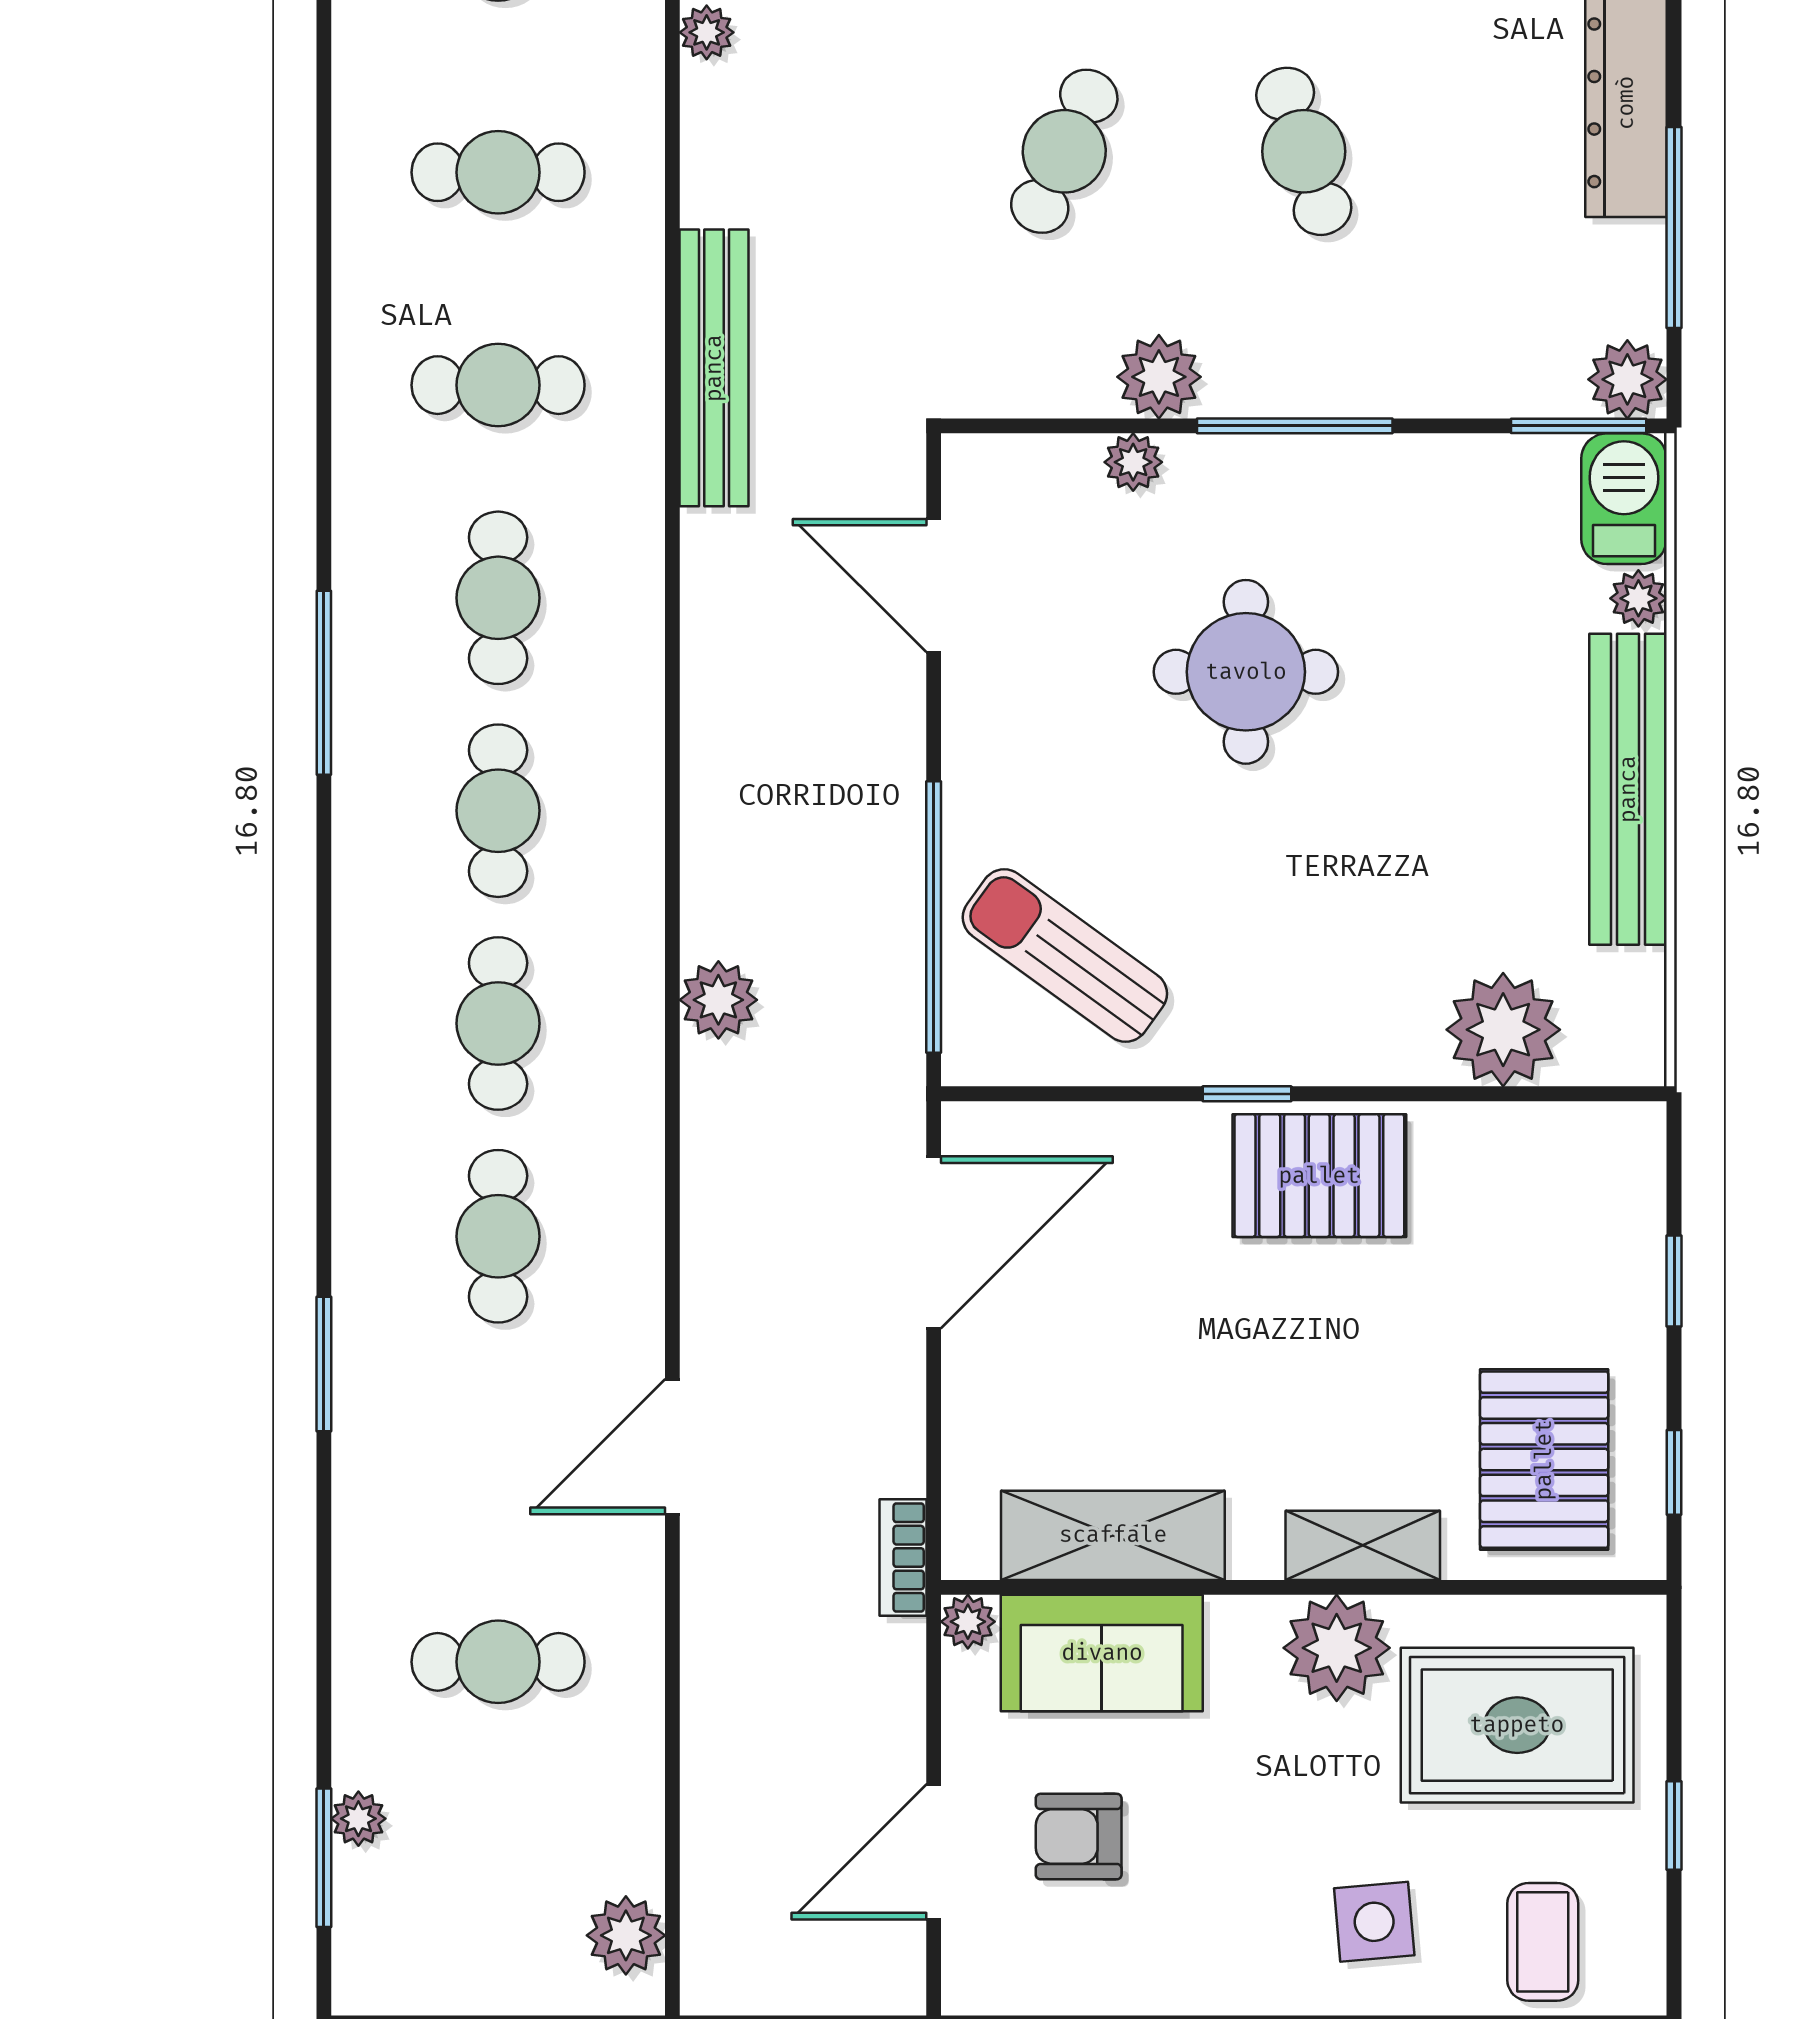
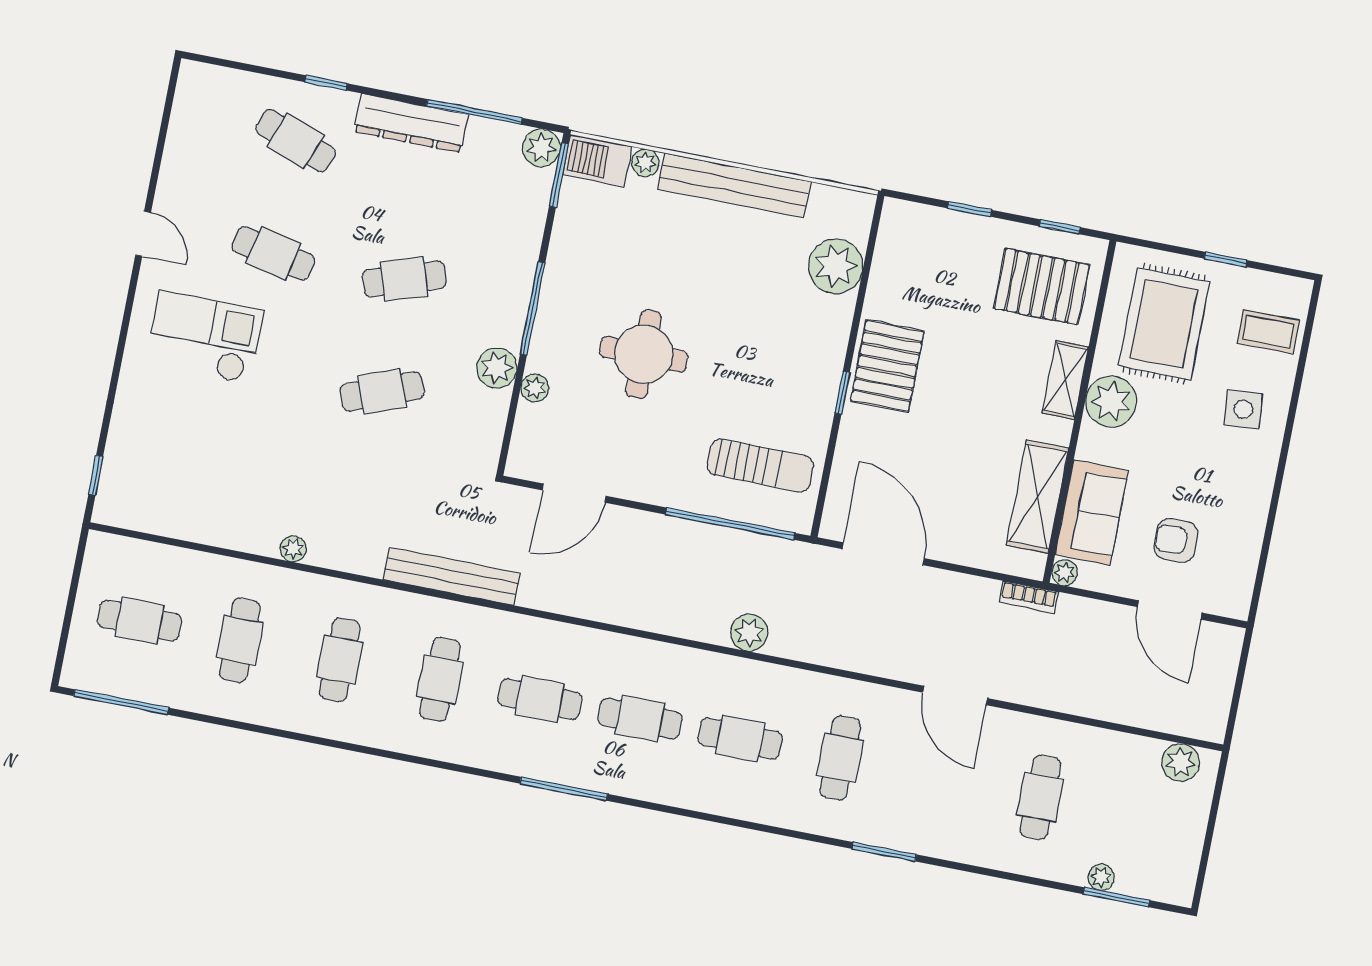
cafe table: (1064, 151) -> (382, 392), turned -45
sun lounger: (1065, 956) -> (760, 465), turned -126
cafe table: (498, 1236) -> (840, 758), turned 90
armchair: (1079, 1837) -> (1176, 540), turned 90

